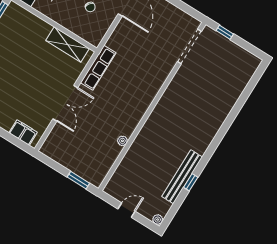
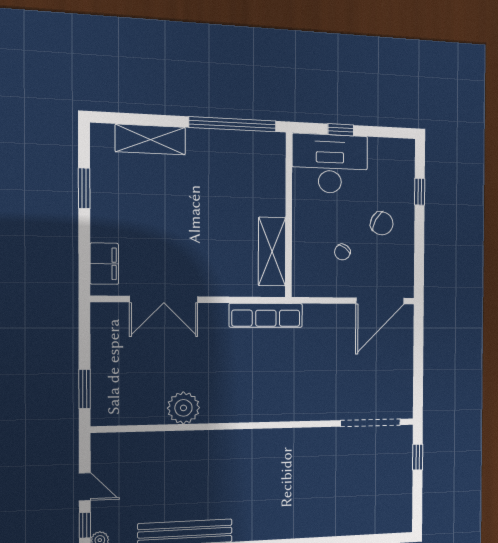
double door: (65, 103) -> (164, 299), moved
plant: (122, 141) -> (183, 408), width x1.87, depth x1.87
window: (146, 222) -> (85, 525), added

